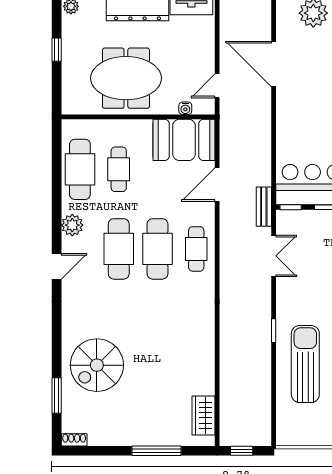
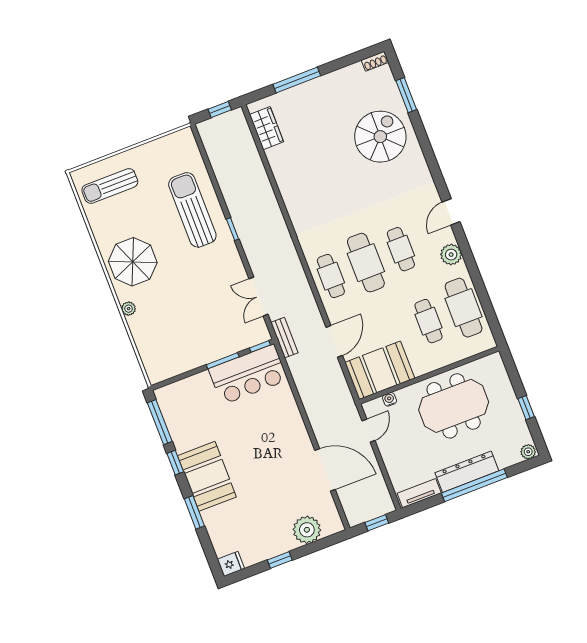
cafe table: (119, 249) -> (401, 249), width x0.73, depth x0.74
sun lounger: (305, 364) -> (192, 210), turned 180

